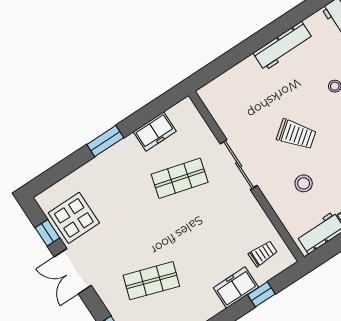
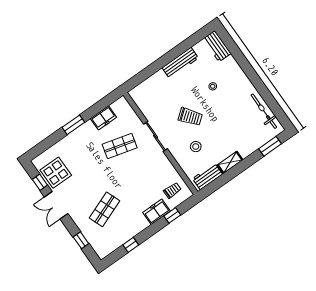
shop shelf: (151, 281) -> (105, 209), turned -39

